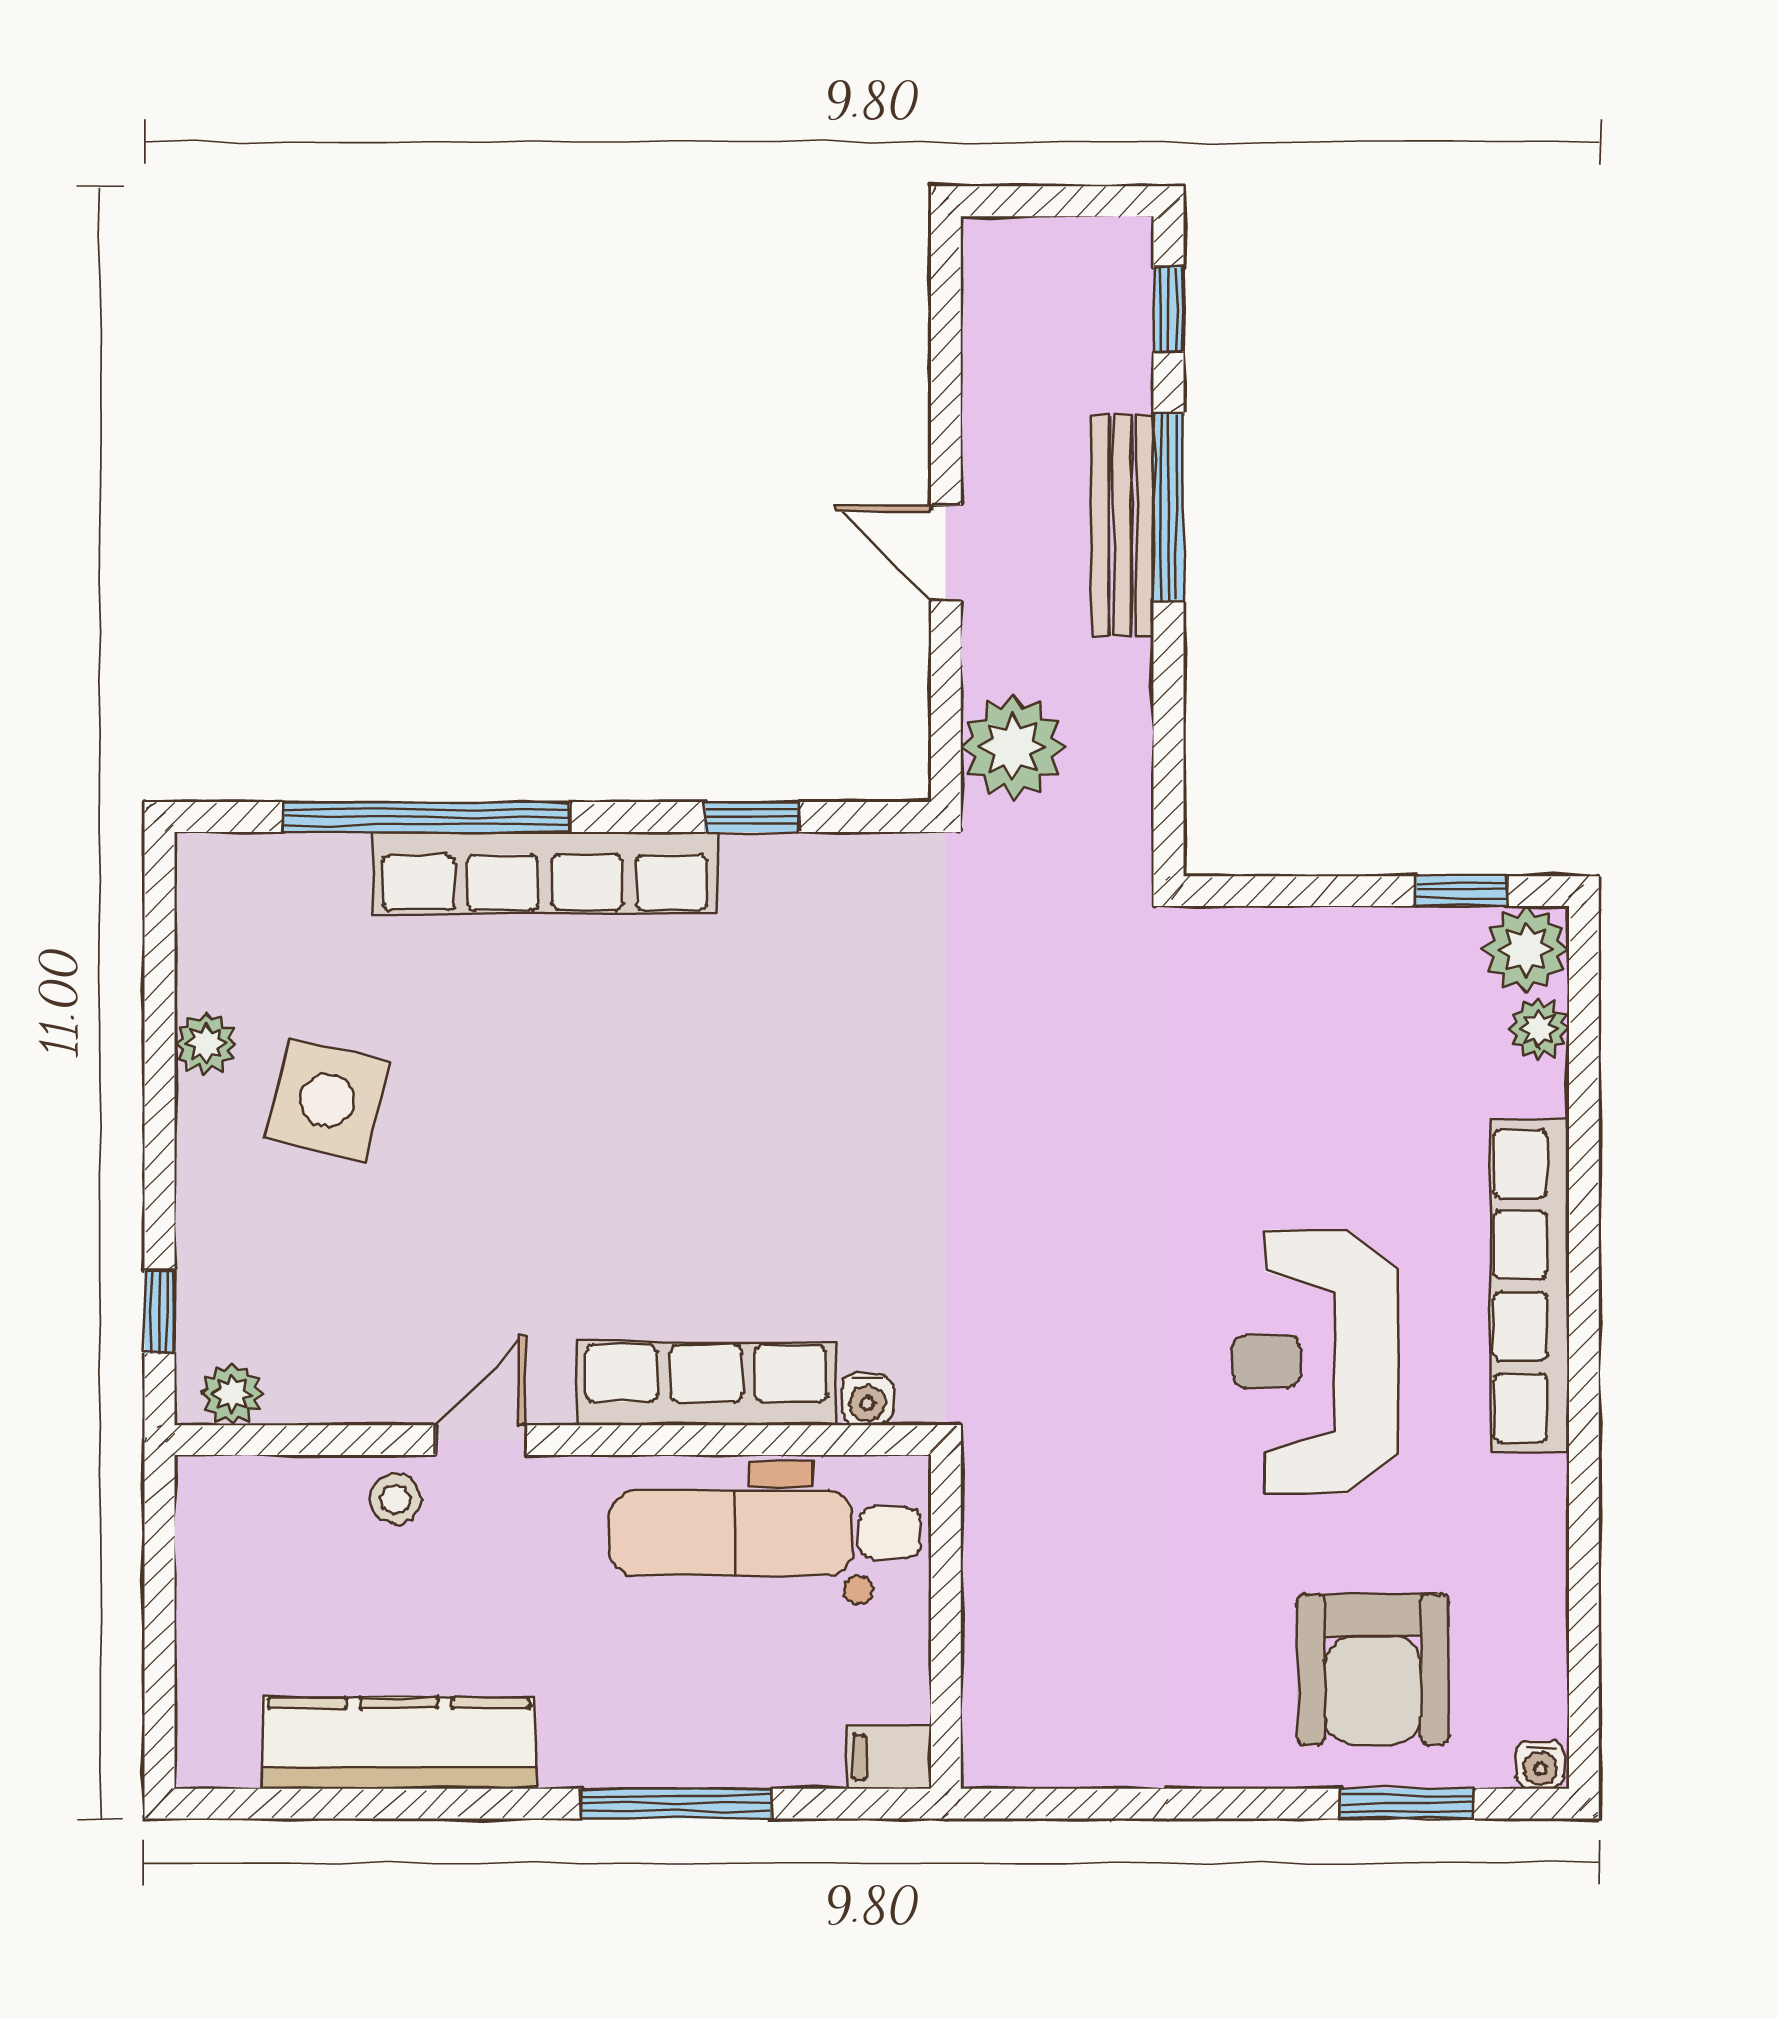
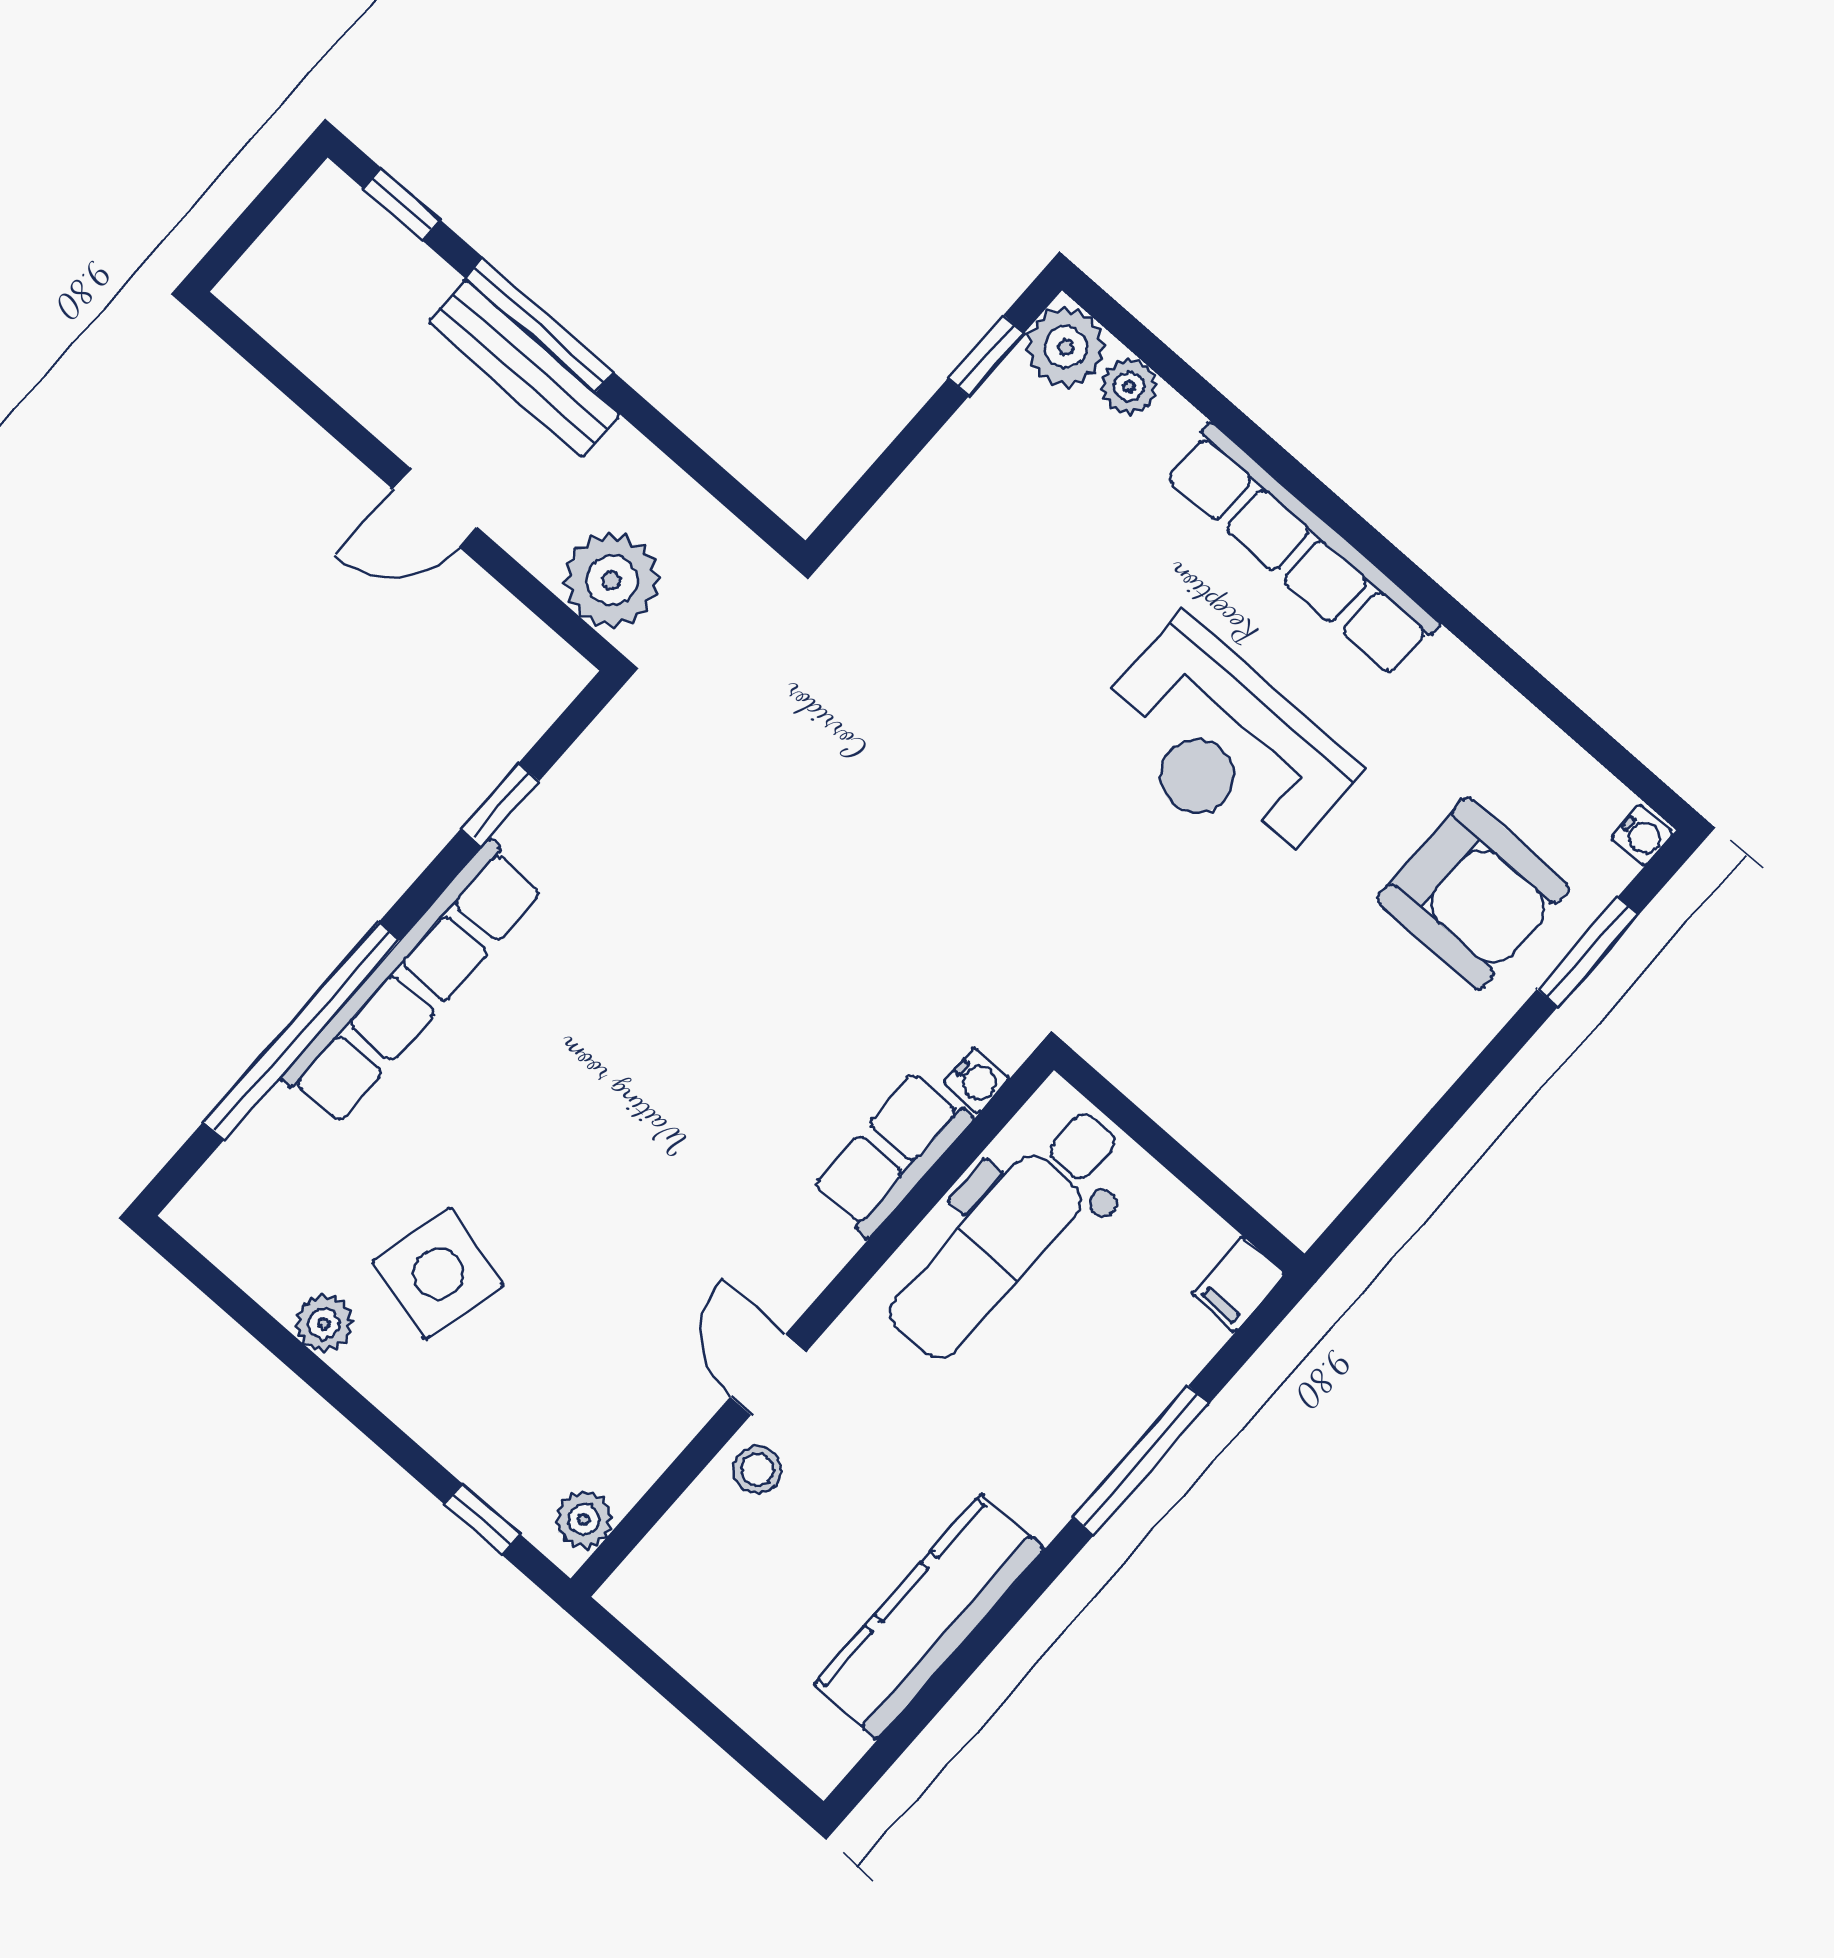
row of seats: (706, 1383) -> (892, 1154), width x0.68

